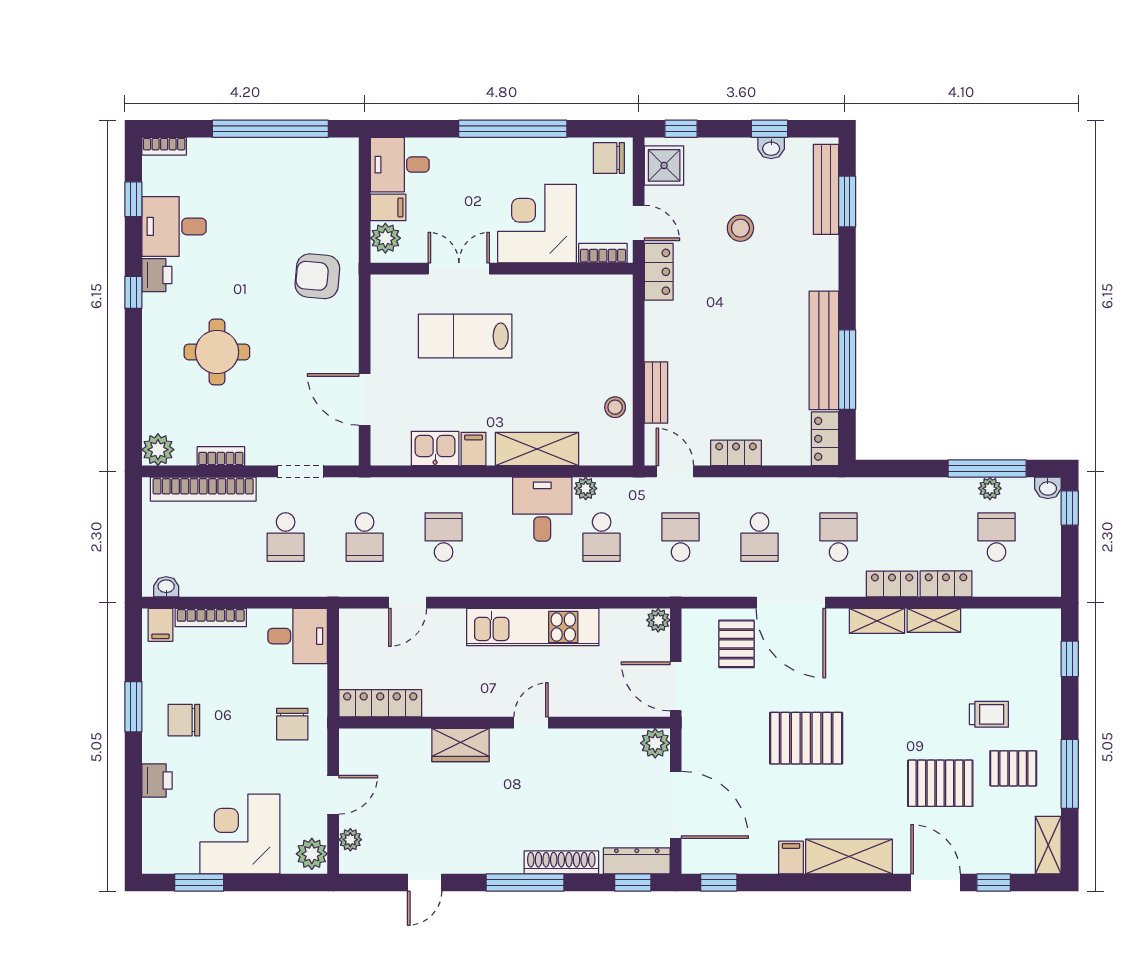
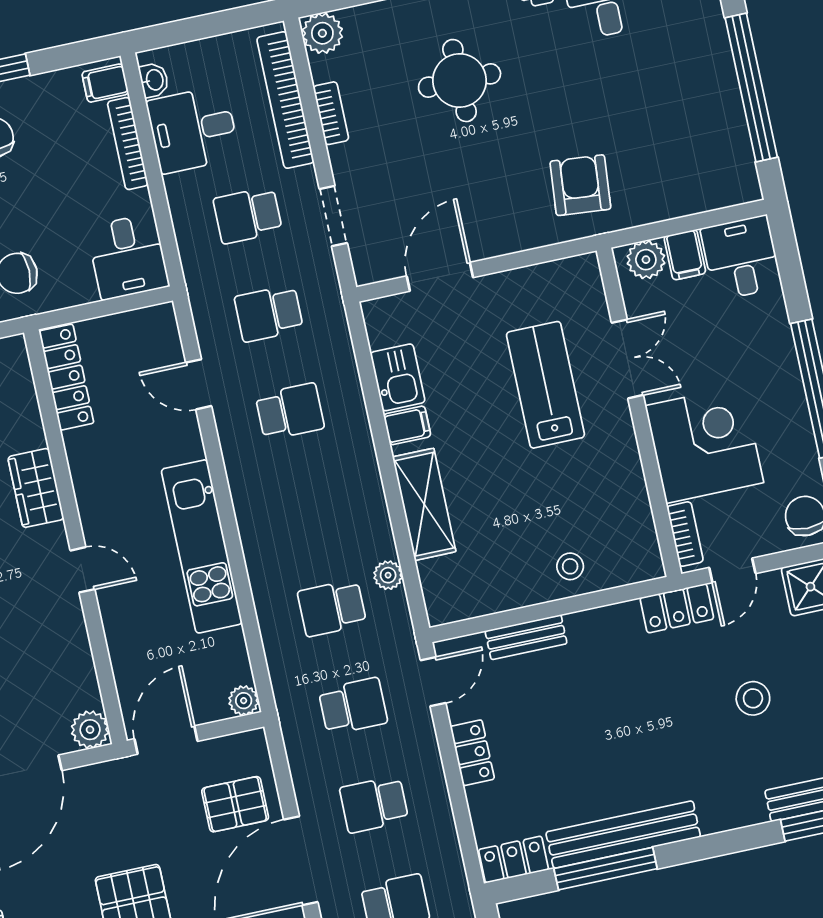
stool: (615, 407) -> (570, 566), moved
desk: (542, 509) -> (193, 130), moved, turned 180

